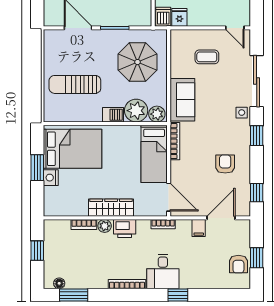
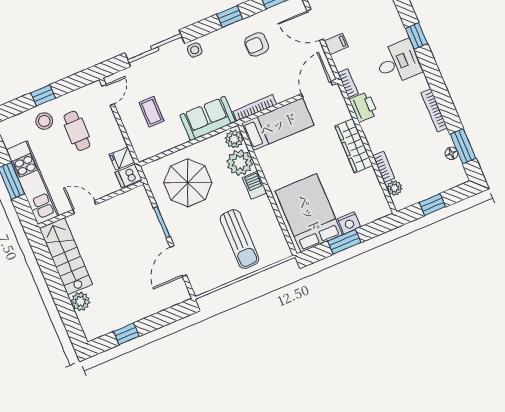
window: (257, 136) -> (230, 17), moved
plant: (105, 226) -> (394, 188), moved
printer: (125, 229) -> (363, 107), moved
floor lamp: (59, 283) -> (451, 153), moved
bookcase: (127, 284) -> (434, 110), moved

